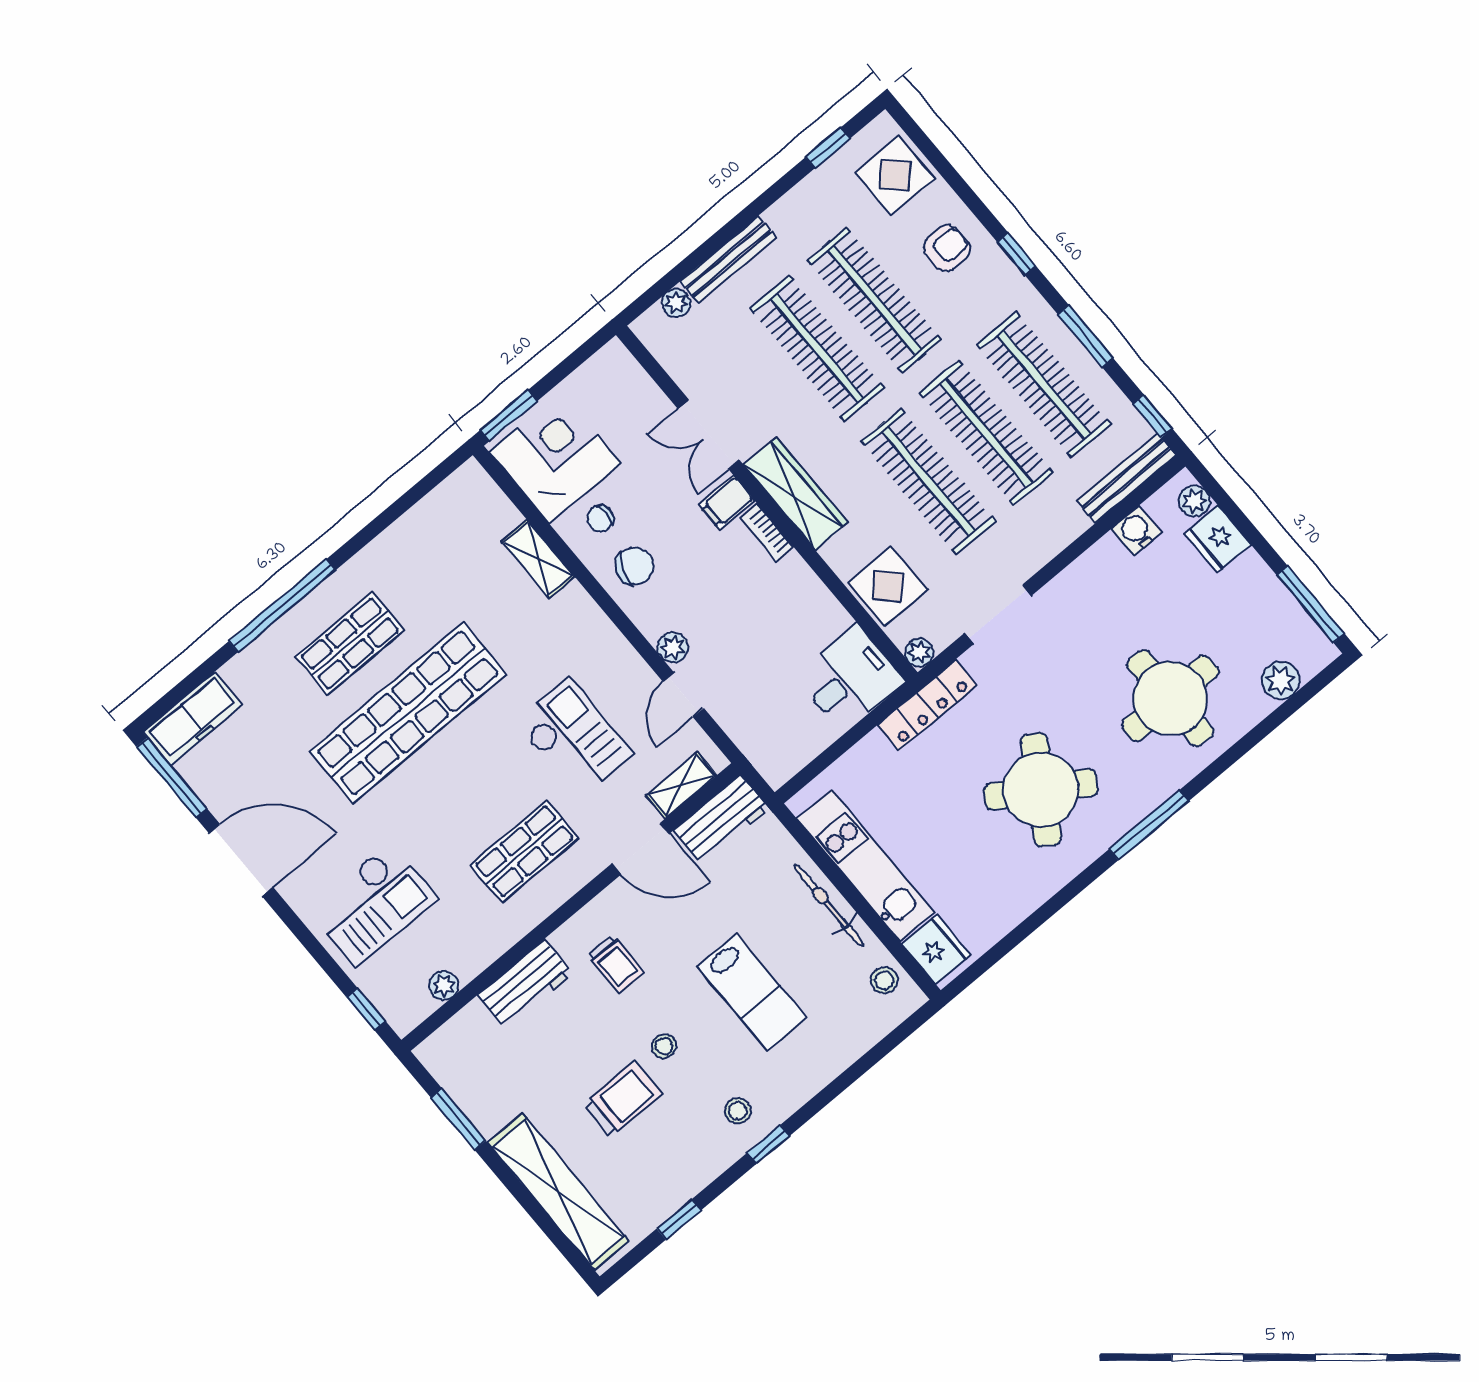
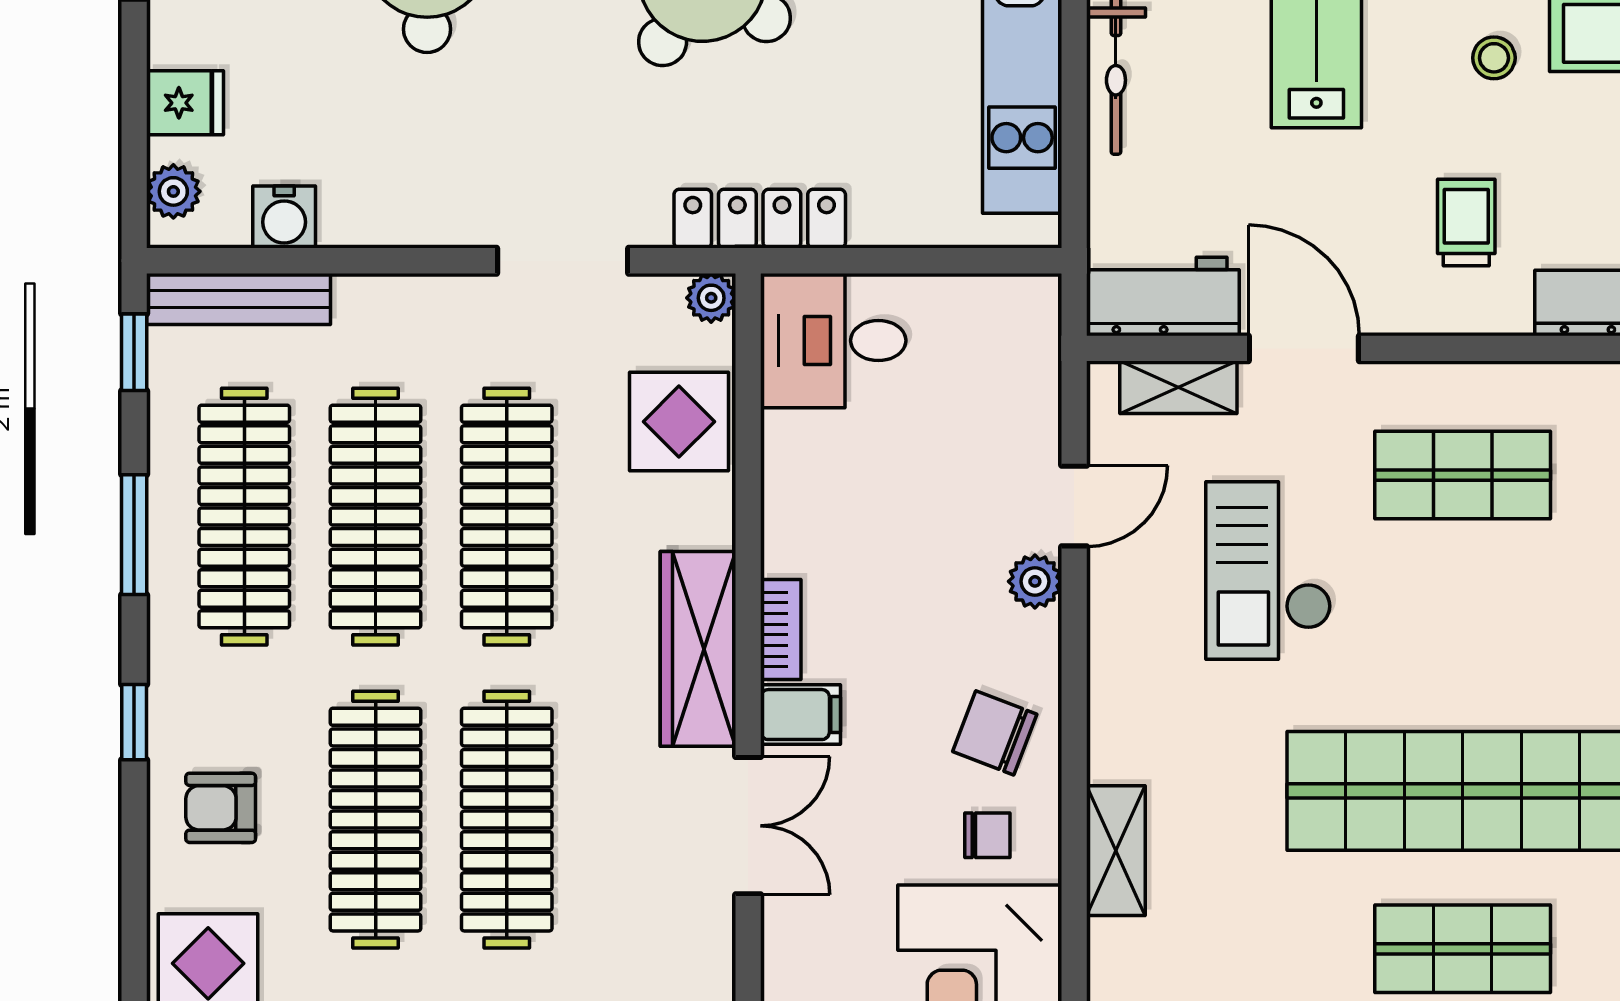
fridge: (1218, 539) -> (185, 103), width x0.72

